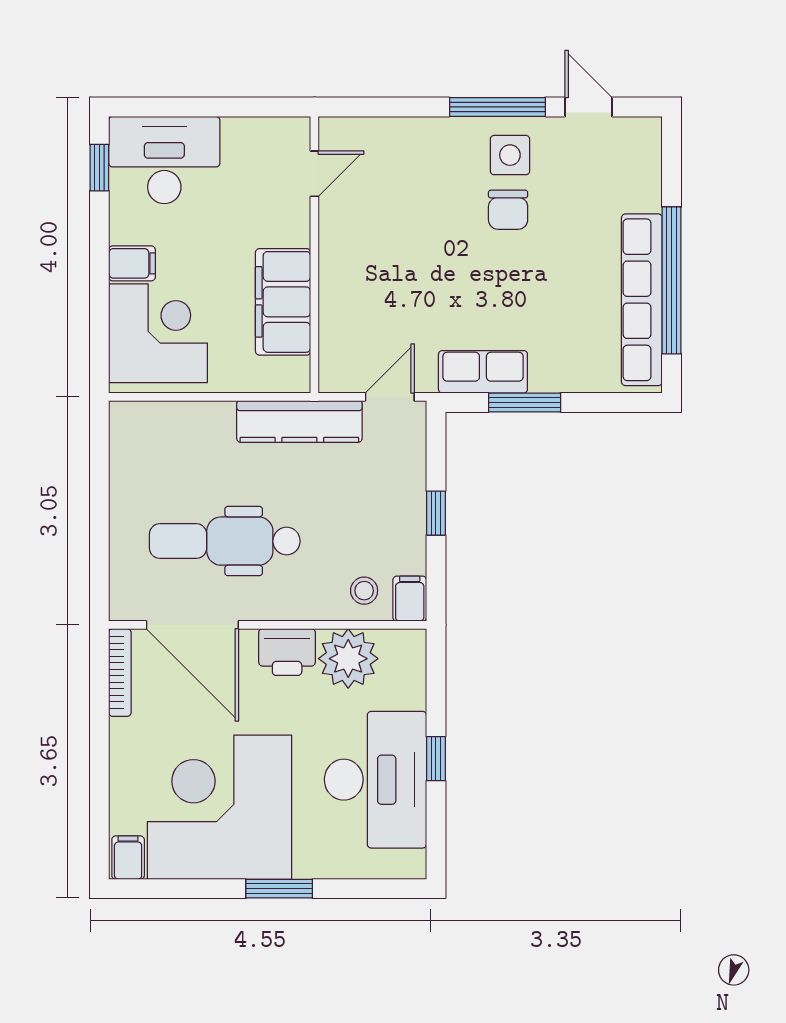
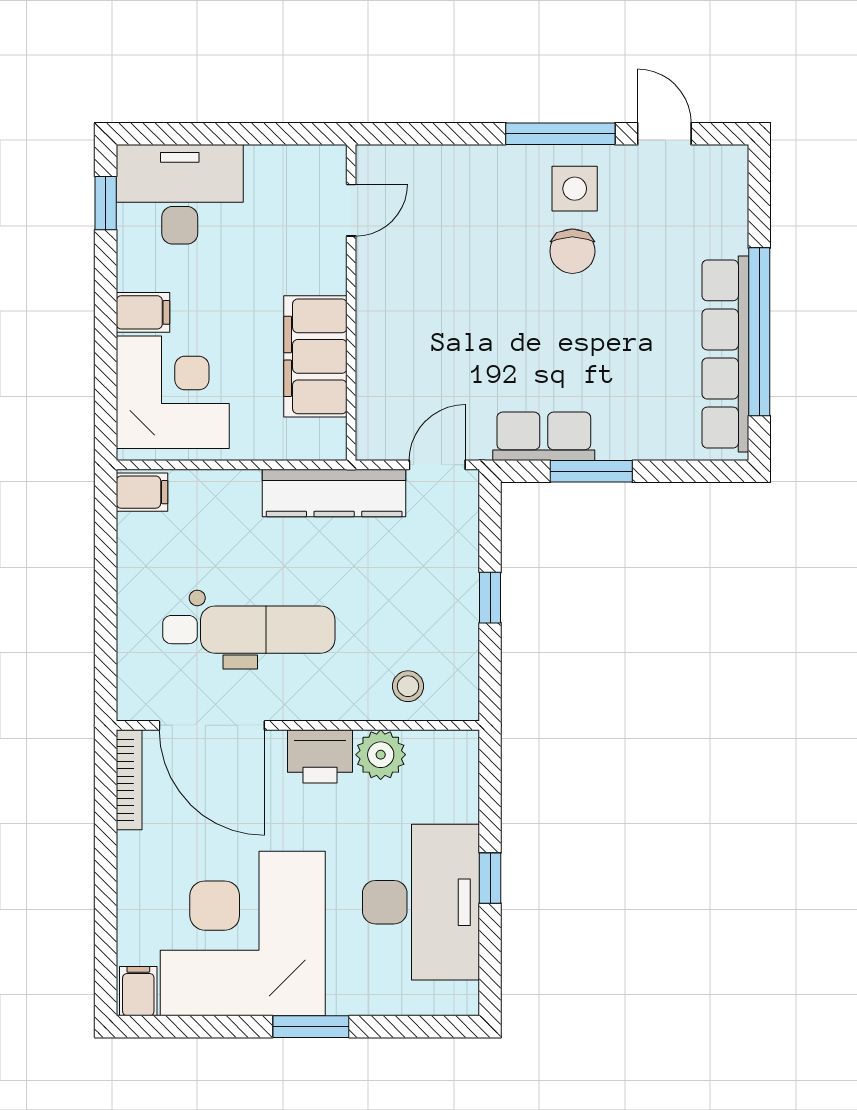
dental chair: (225, 541) -> (249, 630), turned 180
filing cabinet: (410, 599) -> (142, 492), moved, turned 90
plant: (348, 659) -> (381, 755), width x0.73, depth x0.73

